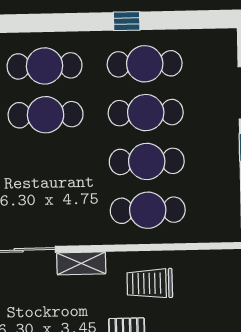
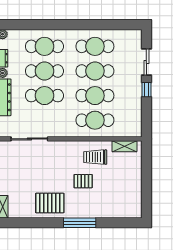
window: (127, 21) -> (86, 25), removed
cafe table: (47, 164) -> (44, 96), added
shelving: (81, 263) -> (124, 146), moved

